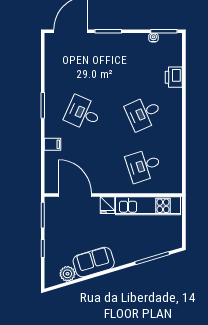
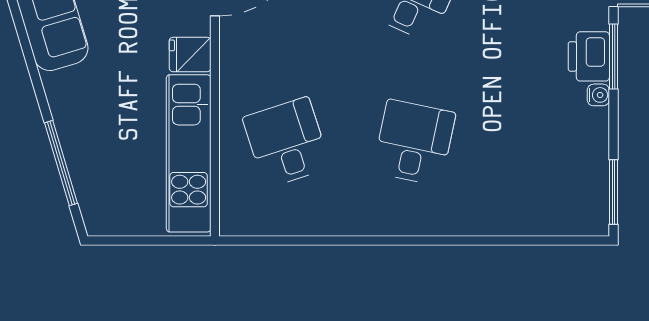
water cooler: (153, 37) -> (598, 95), moved
printer: (174, 77) -> (589, 56), moved, turned -90
desk: (144, 113) -> (414, 142), turned 36

